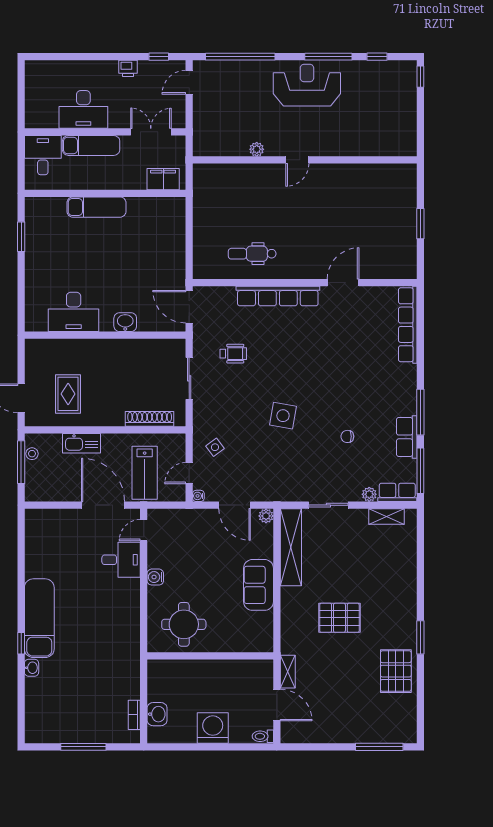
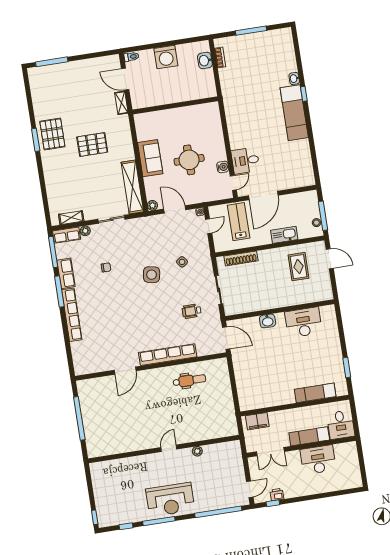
printer: (128, 68) -> (277, 495), moved
exam couch: (96, 207) -> (315, 393), moved
window: (420, 224) -> (79, 418), width x2.11
row of seats: (408, 325) -> (72, 315), moved
side table: (215, 447) -> (182, 262), moved
door: (103, 505) -> (263, 195), hinge flipped
water cooler: (155, 577) -> (223, 167), moved
round table: (184, 624) -> (189, 160), moved
pallet: (396, 671) -> (52, 134), moved

